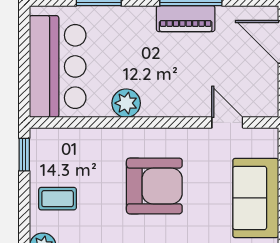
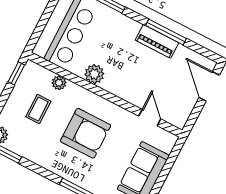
plant: (86, 138) -> (59, 83), added
coffee table: (58, 199) -> (38, 109), moved, turned 90

